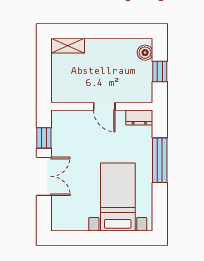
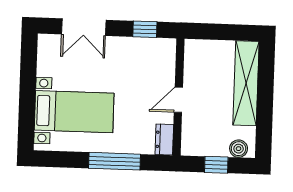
shelving: (68, 46) -> (246, 83), width x2.20, depth x1.33
double door: (44, 176) -> (84, 27), moved

